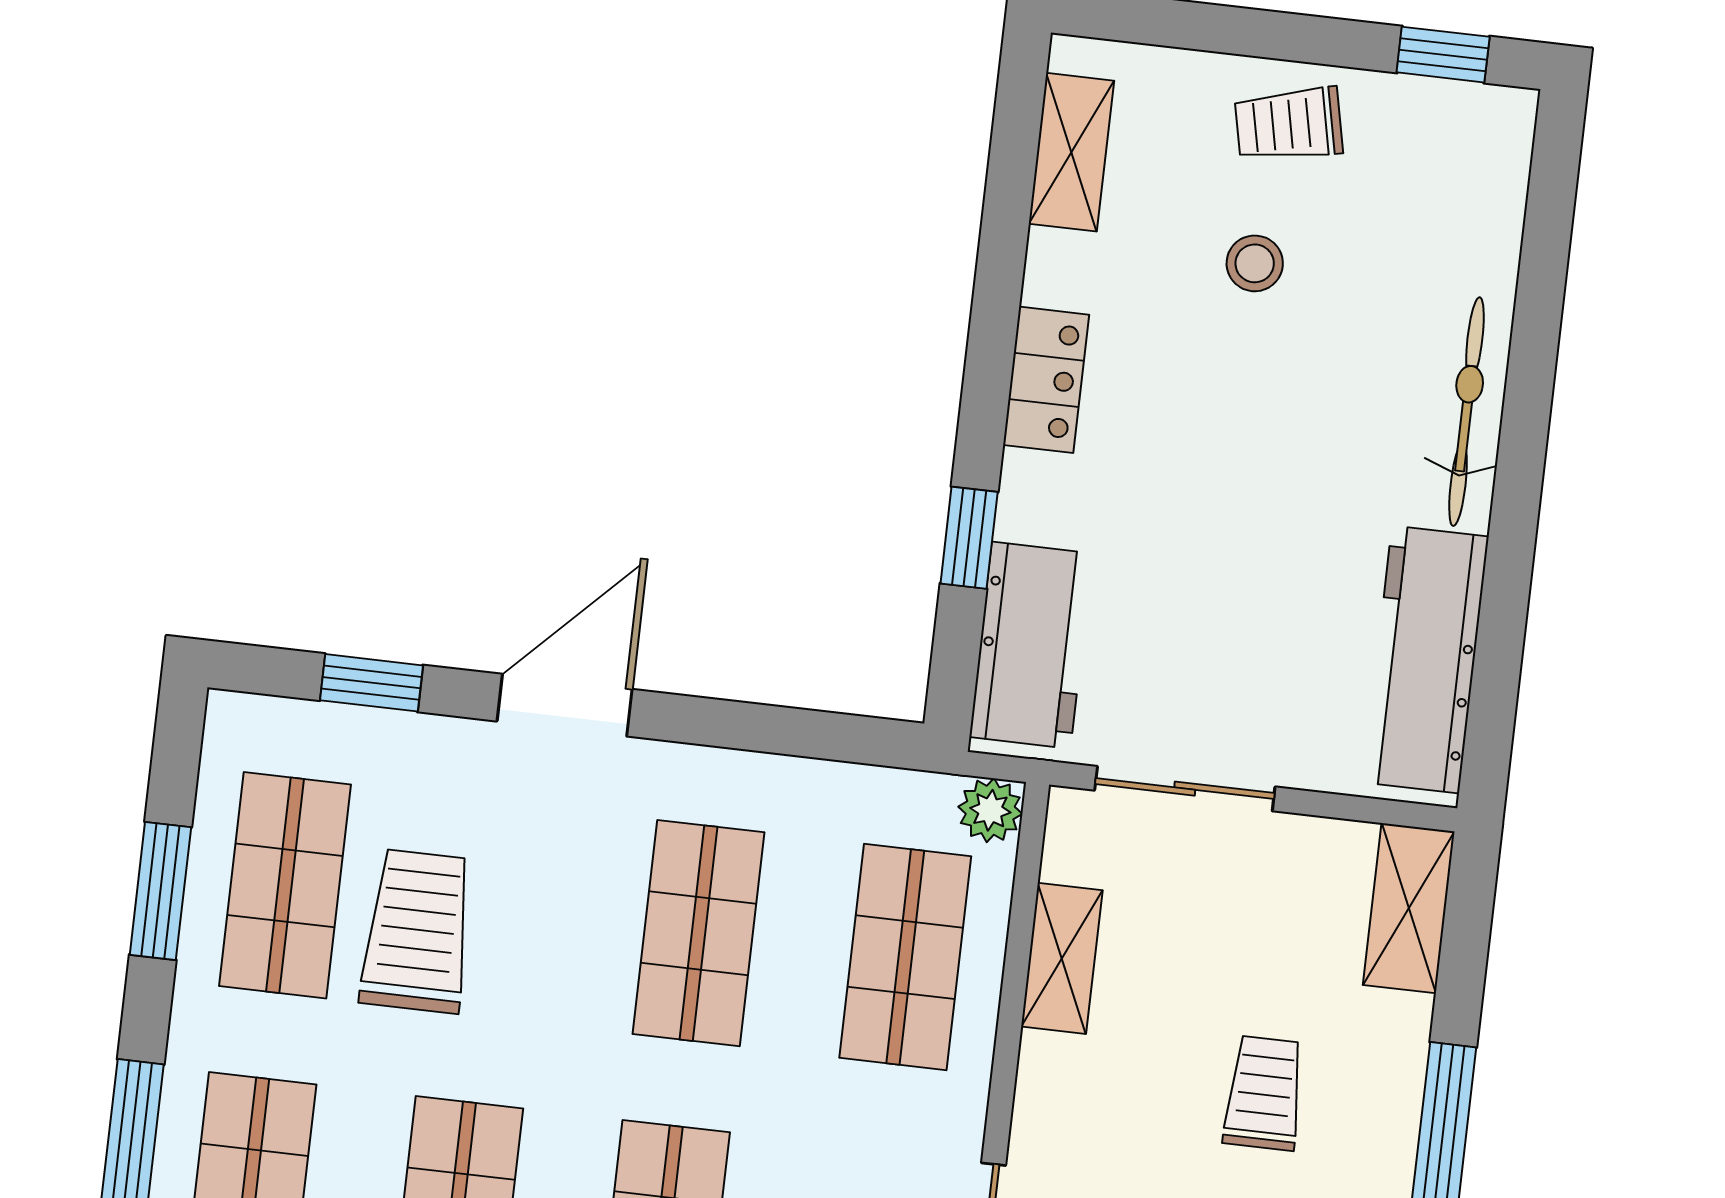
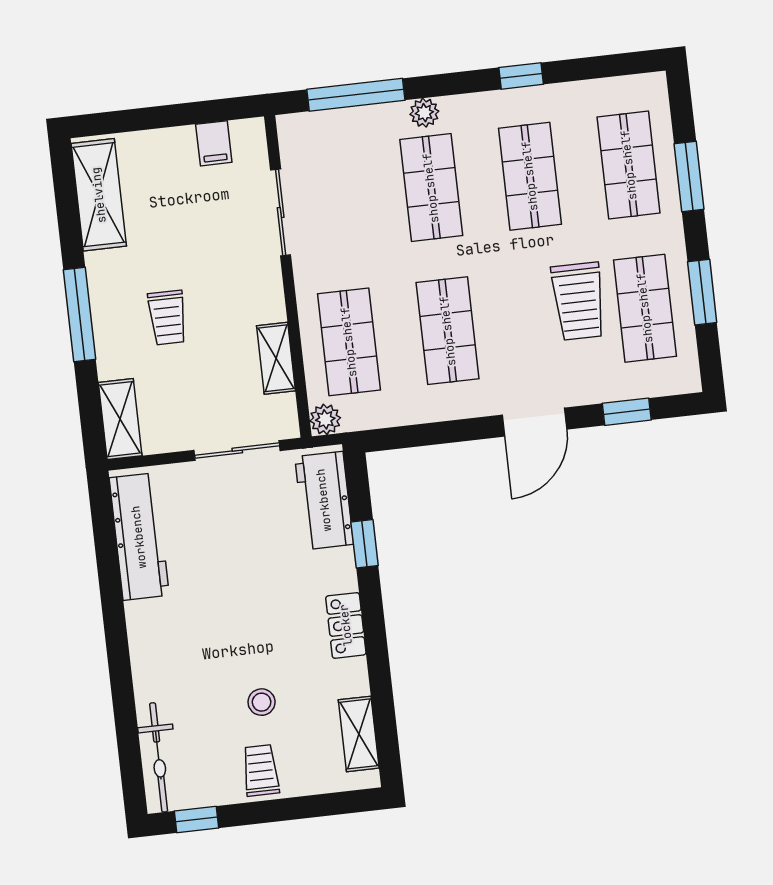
trolley: (1289, 124) -> (261, 770), turned -78
bicycle: (1466, 412) -> (159, 757), moved

